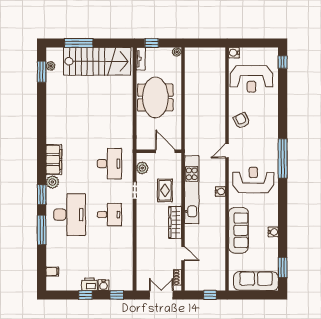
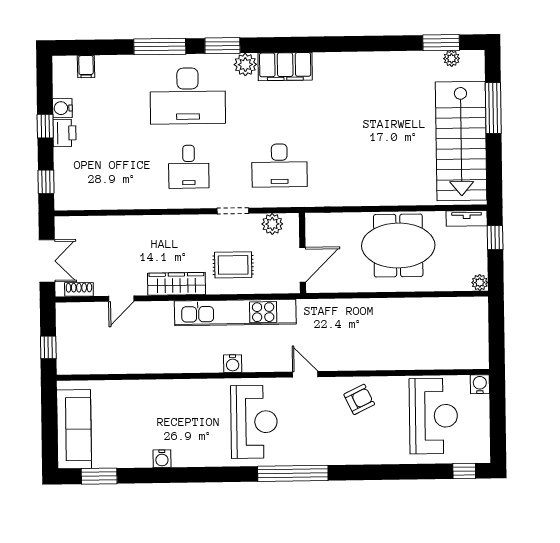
reception desk: (251, 79) -> (433, 416), turned 180
sofa: (238, 230) -> (164, 397), removed
water cooler: (103, 285) -> (62, 108), moved

